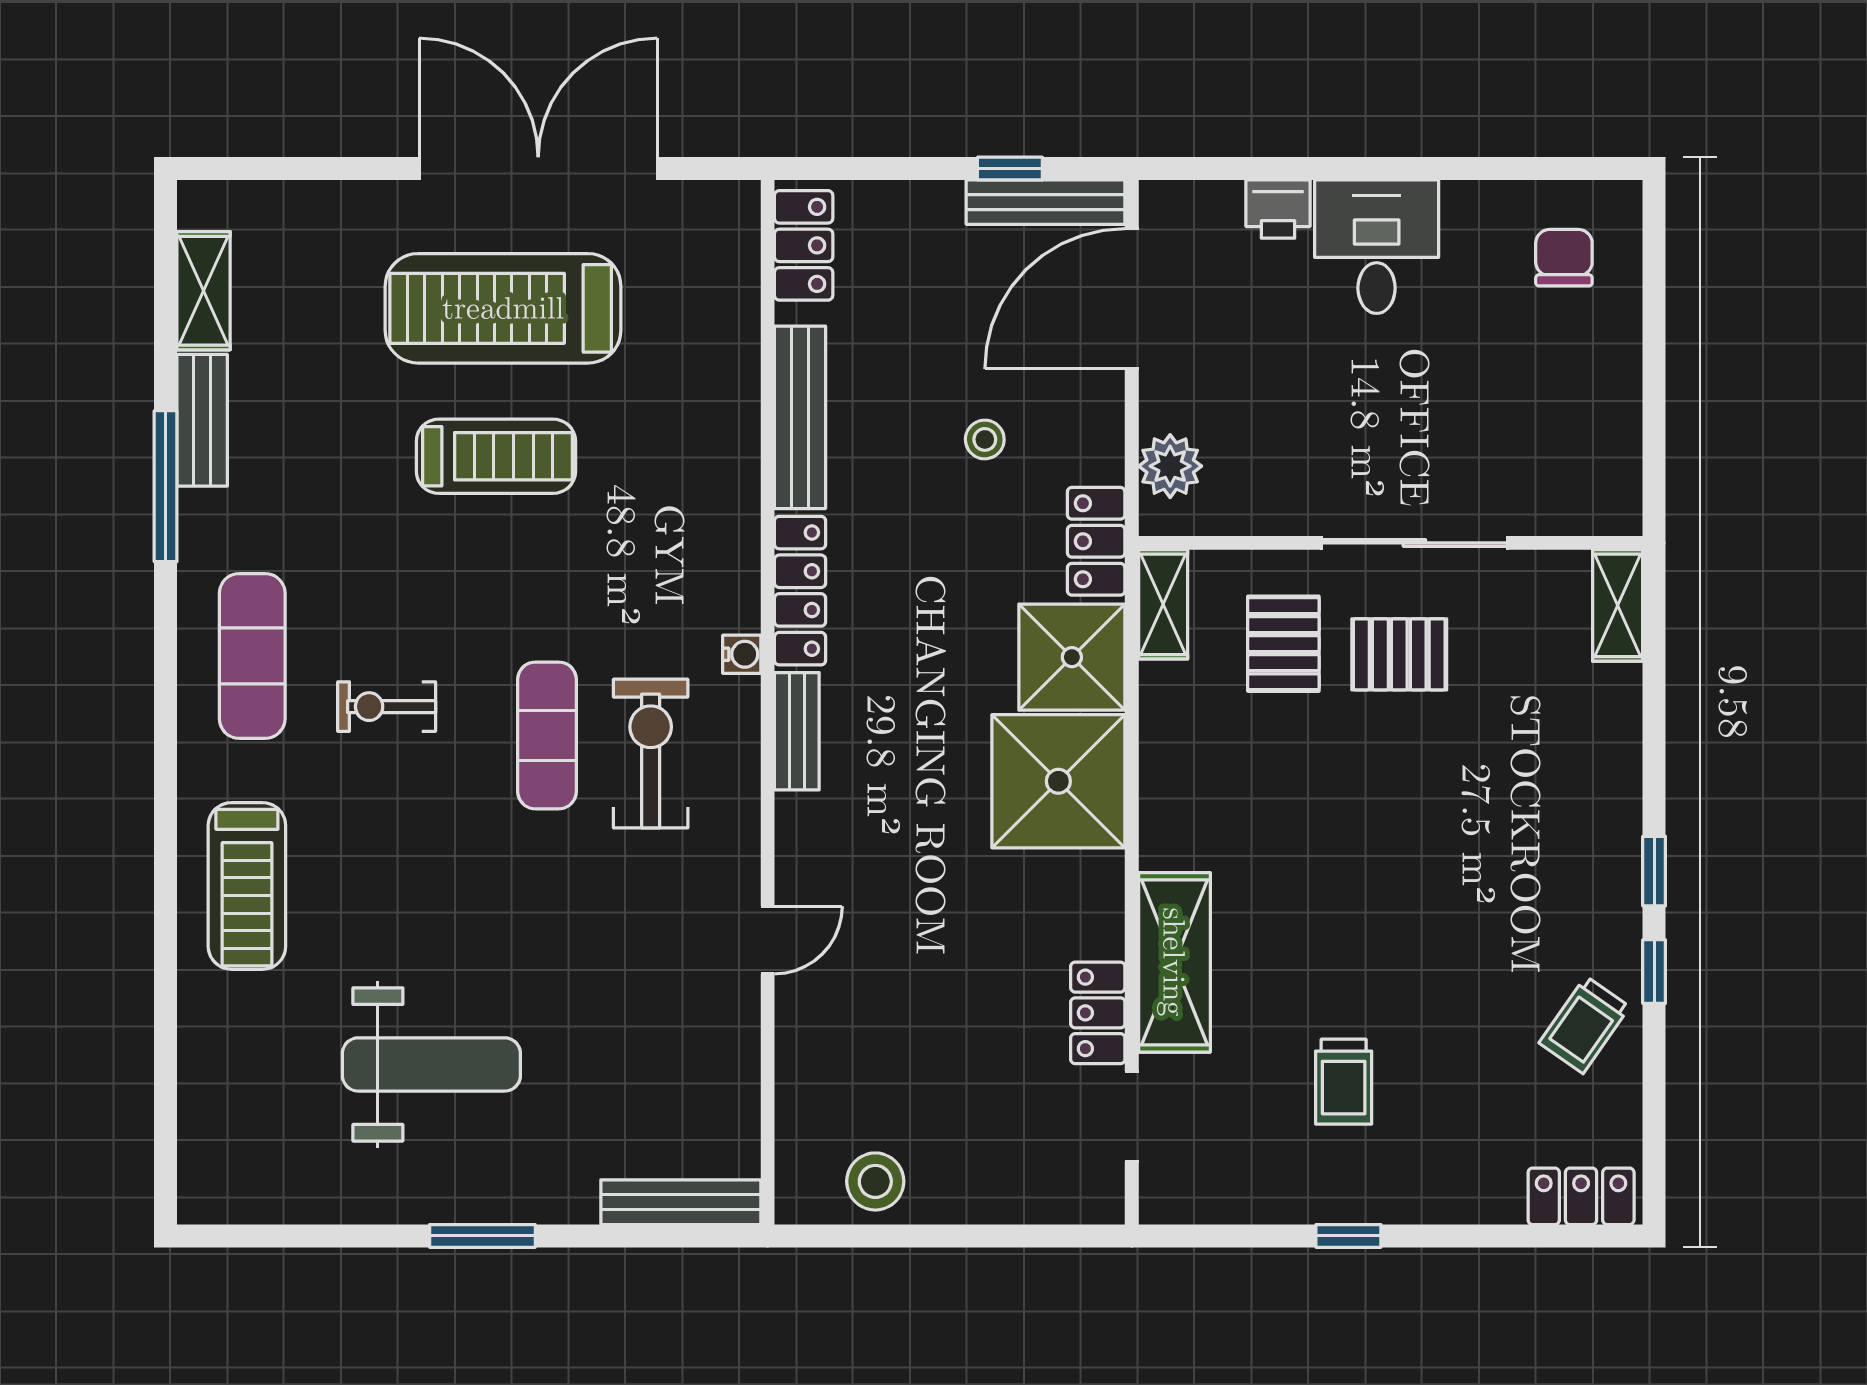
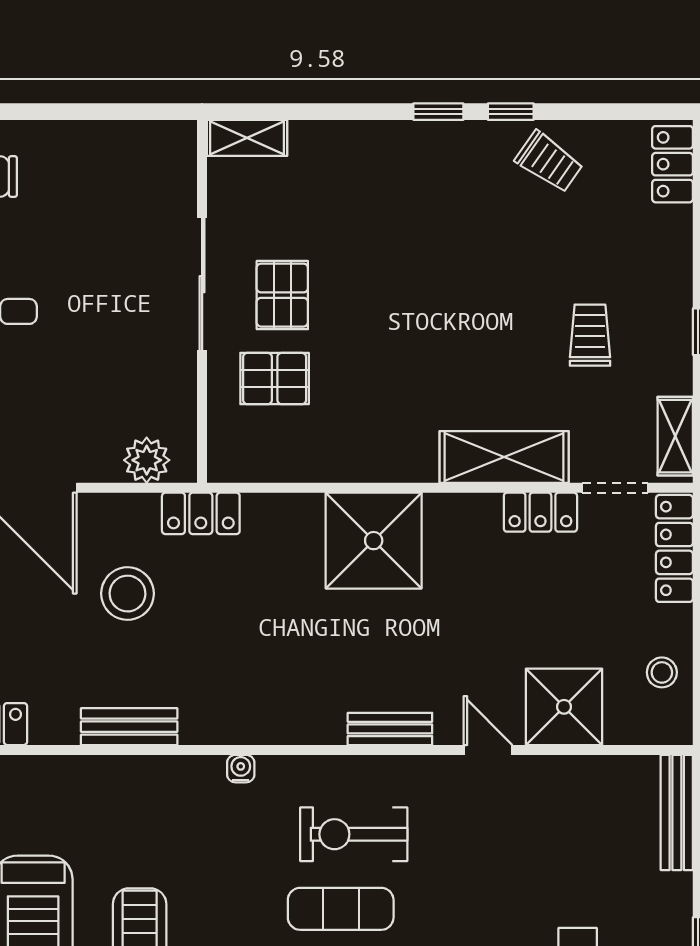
bench: (800, 417) -> (129, 727), width x0.73
stool: (985, 439) -> (128, 594), width x1.89, depth x1.89
locker: (800, 591) -> (674, 548), moved, turned -90
shelving: (1163, 604) -> (675, 436), moved, turned 90
water cooler: (742, 654) -> (241, 769), moved
shower: (1072, 657) -> (564, 707), moved
bench: (797, 731) -> (390, 729), moved
trolley: (1344, 1082) -> (590, 335), turned -90
stool: (875, 1181) -> (662, 672), width x0.73, depth x0.73

